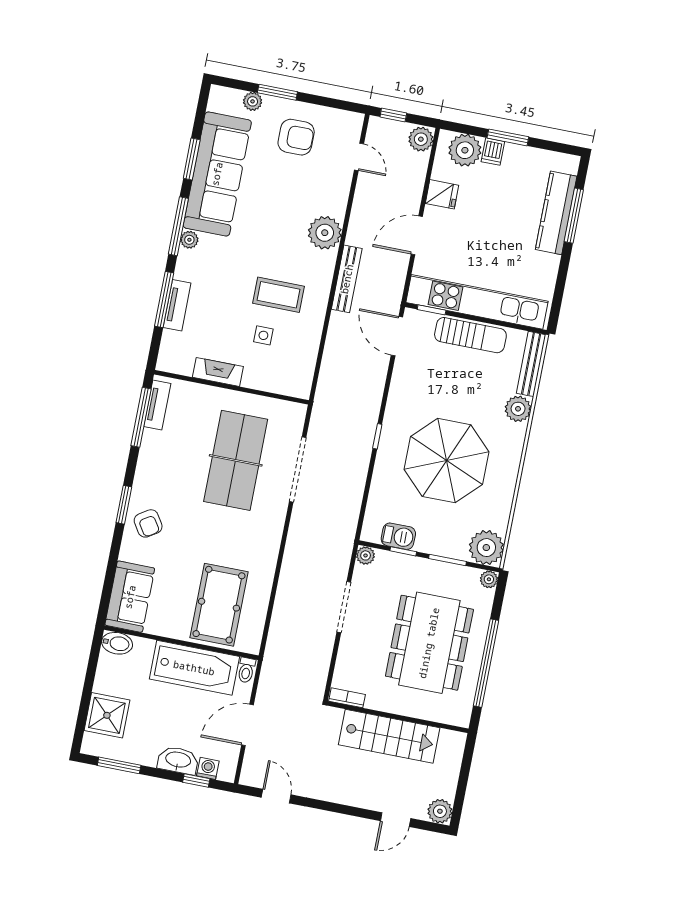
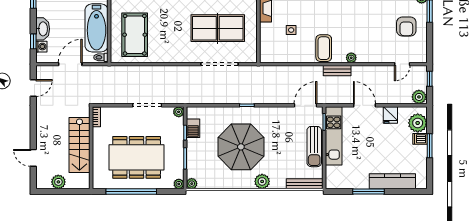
window: (574, 216) -> (369, 191), moved
plant: (325, 233) -> (351, 58), width x0.53, depth x0.53
bench: (347, 279) -> (337, 71), width x0.73
coffee table: (278, 295) -> (324, 48), moved
kitchen unit: (477, 302) -> (334, 136), width x0.73
plant: (518, 409) -> (262, 181), moved
plant: (486, 548) -> (192, 184), width x0.53, depth x0.53
pool table: (219, 605) -> (135, 35), turned 90
door: (248, 725) -> (70, 64), hinge flipped
plant: (440, 811) -> (58, 182), moved

